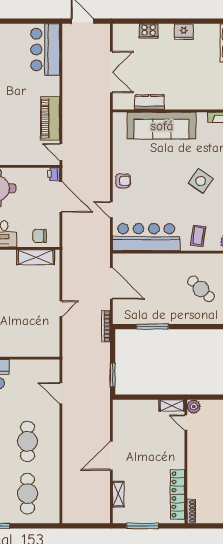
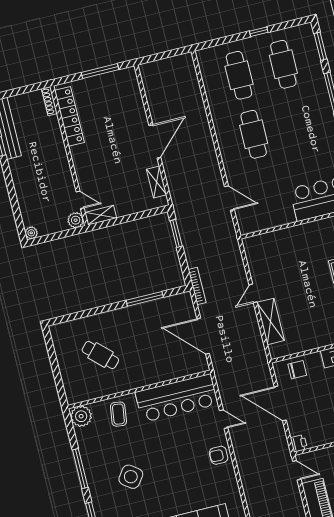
door: (61, 197) -> (280, 404), moved
shelving: (36, 257) -> (271, 321), moved, turned 90
shelving: (118, 494) -> (157, 182), moved

